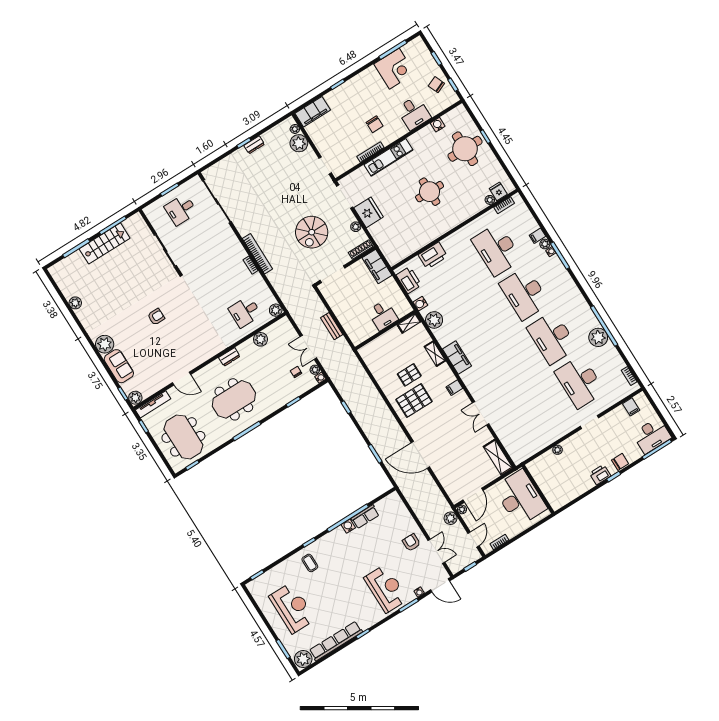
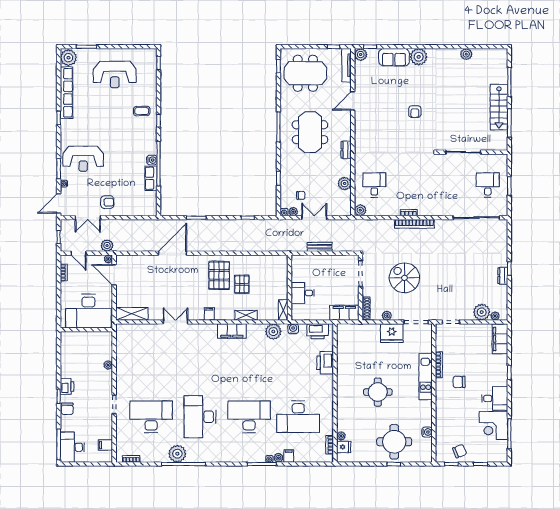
desk: (414, 113) -> (495, 399), moved, turned 180
desk: (497, 249) -> (298, 417), turned 180
desk: (552, 338) -> (200, 417), turned -90

